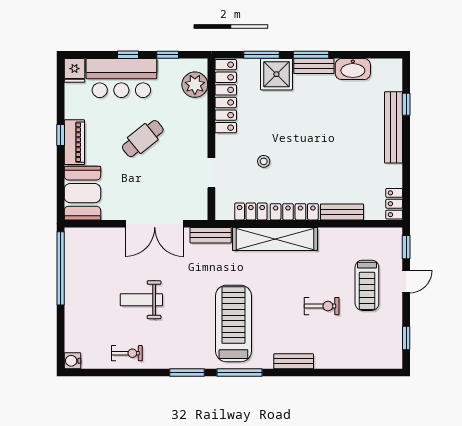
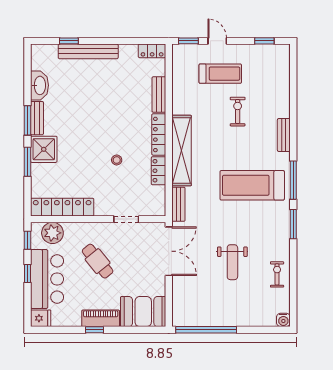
plant: (195, 85) -> (52, 233), moved
locker: (226, 96) -> (62, 207), moved
wall: (211, 139) -> (98, 219), moved
doorway: (211, 173) -> (126, 219), moved

